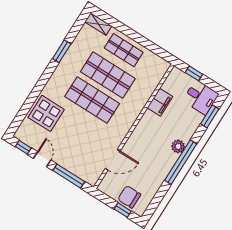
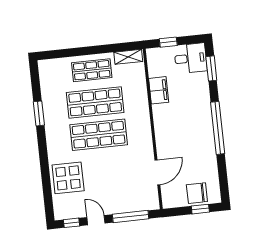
shelving: (98, 24) -> (128, 57), moved
plant: (178, 146) -> (205, 116), removed

